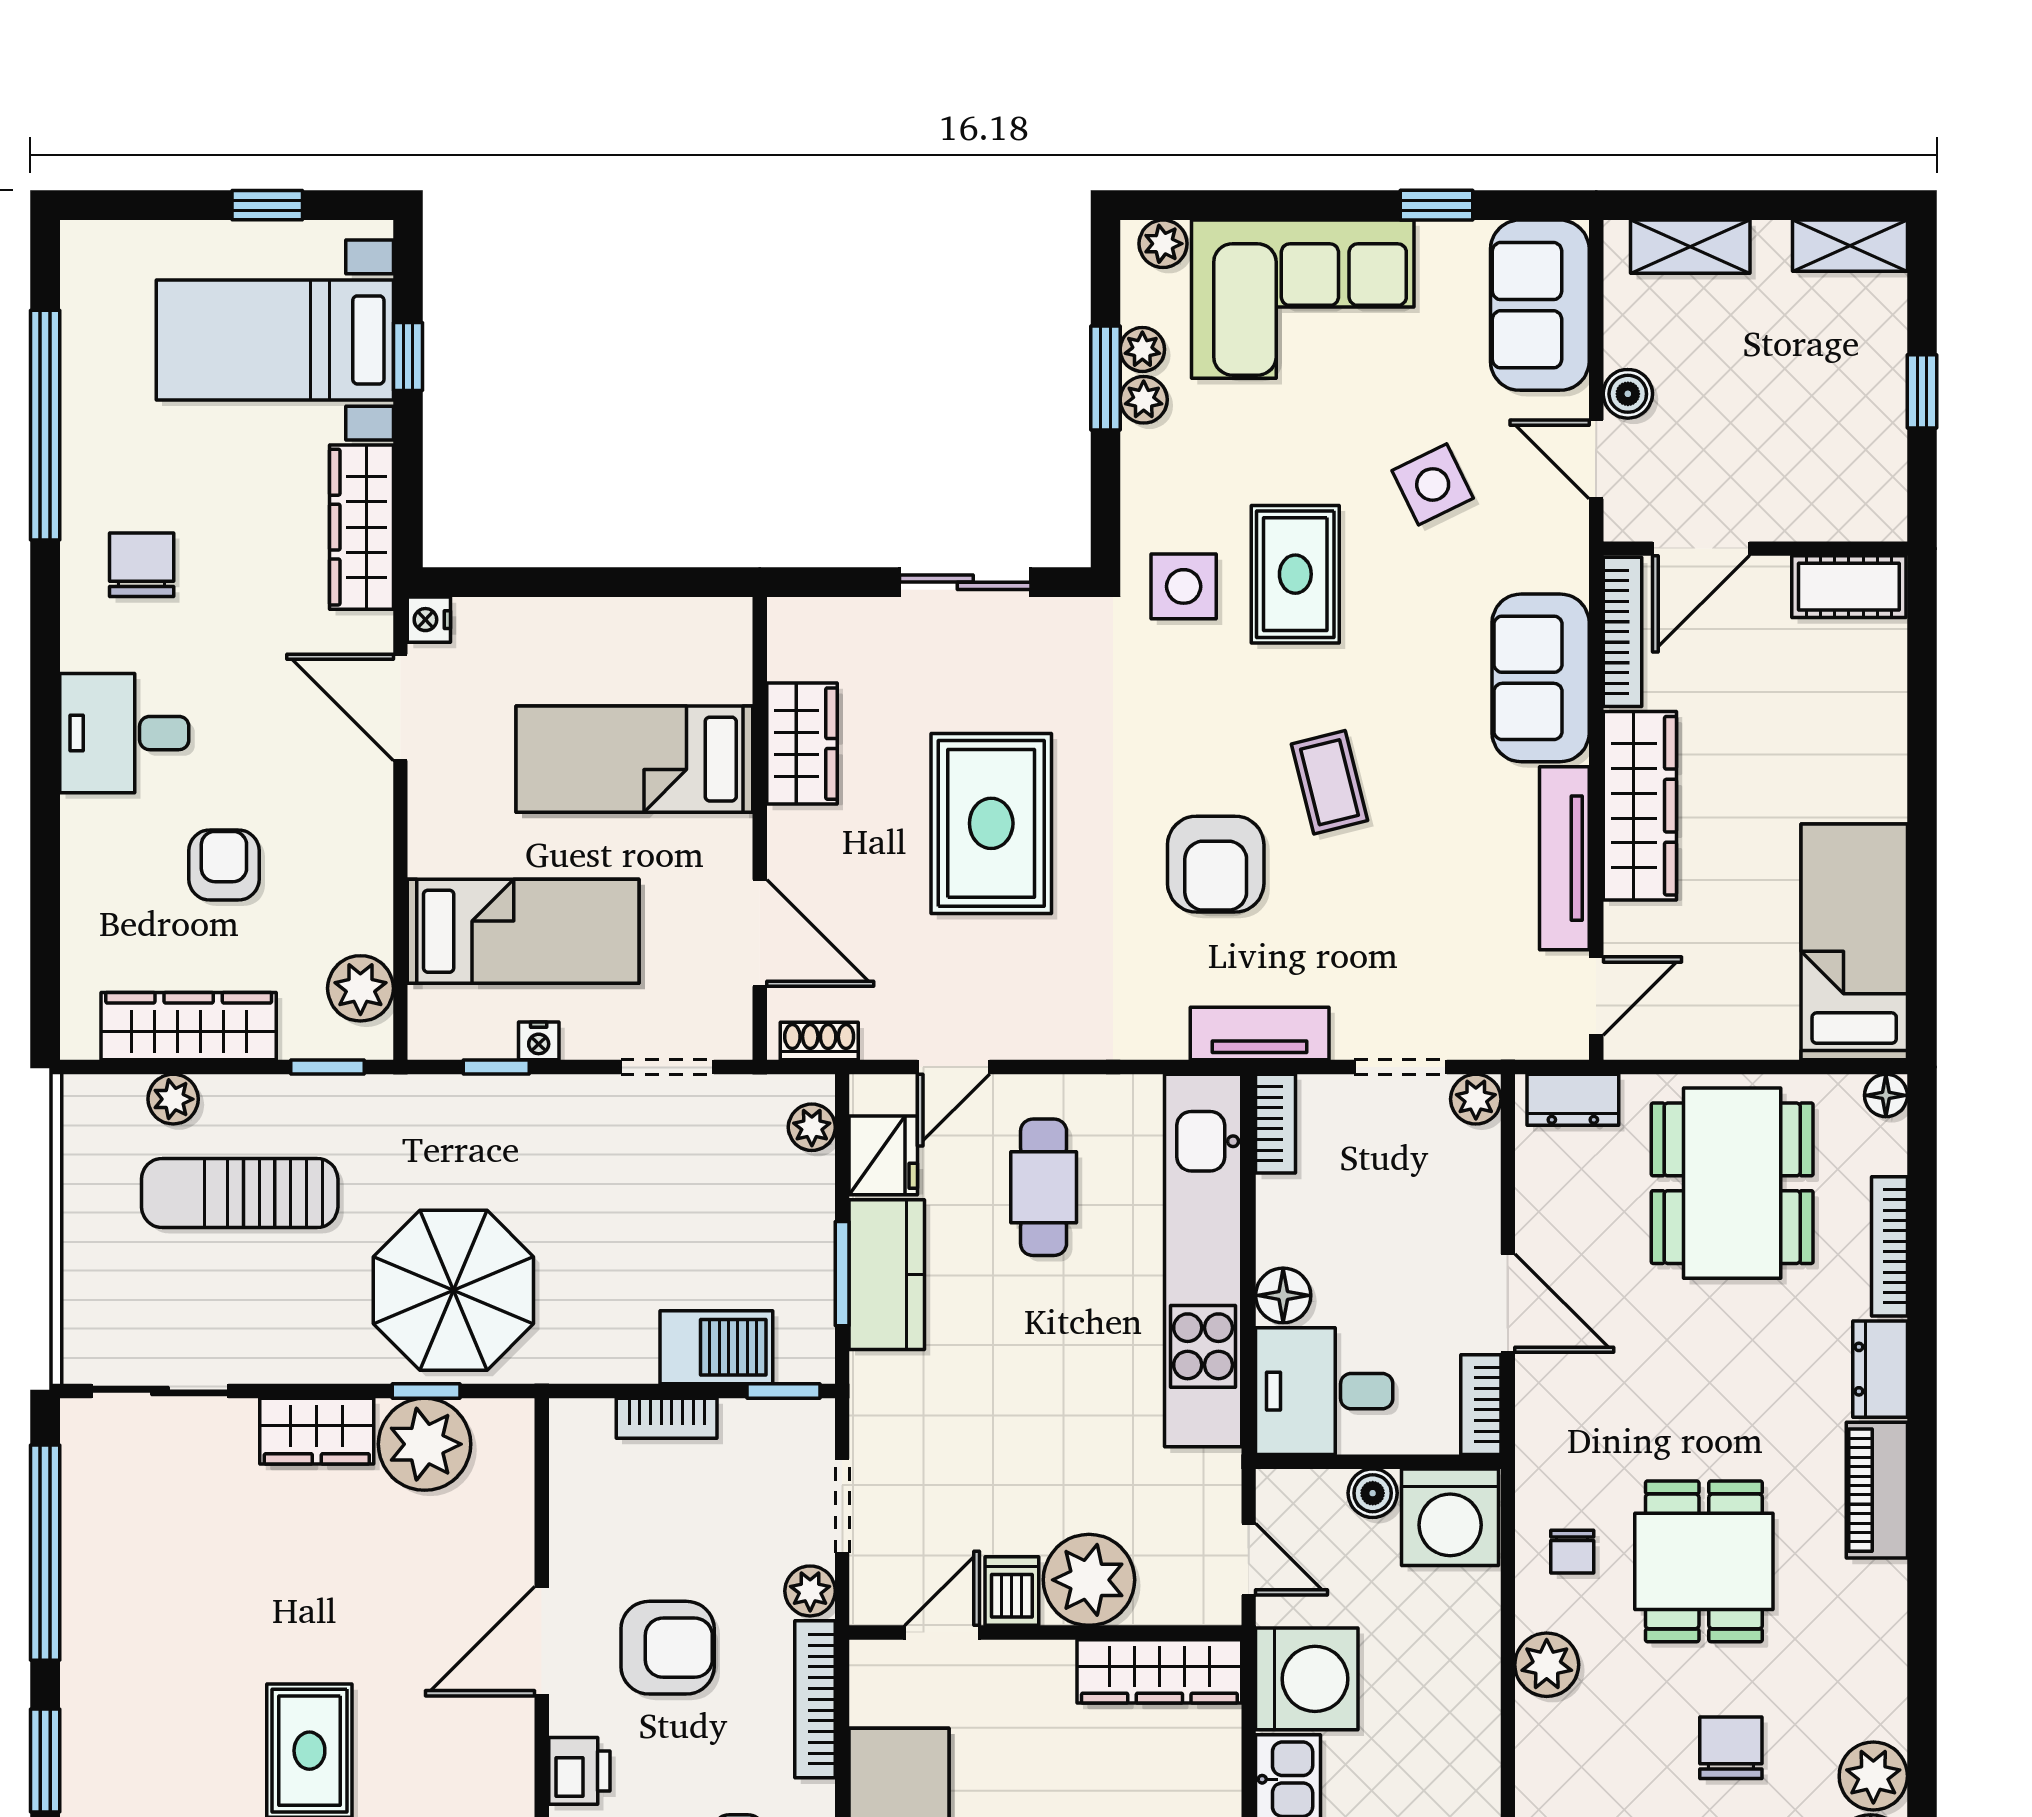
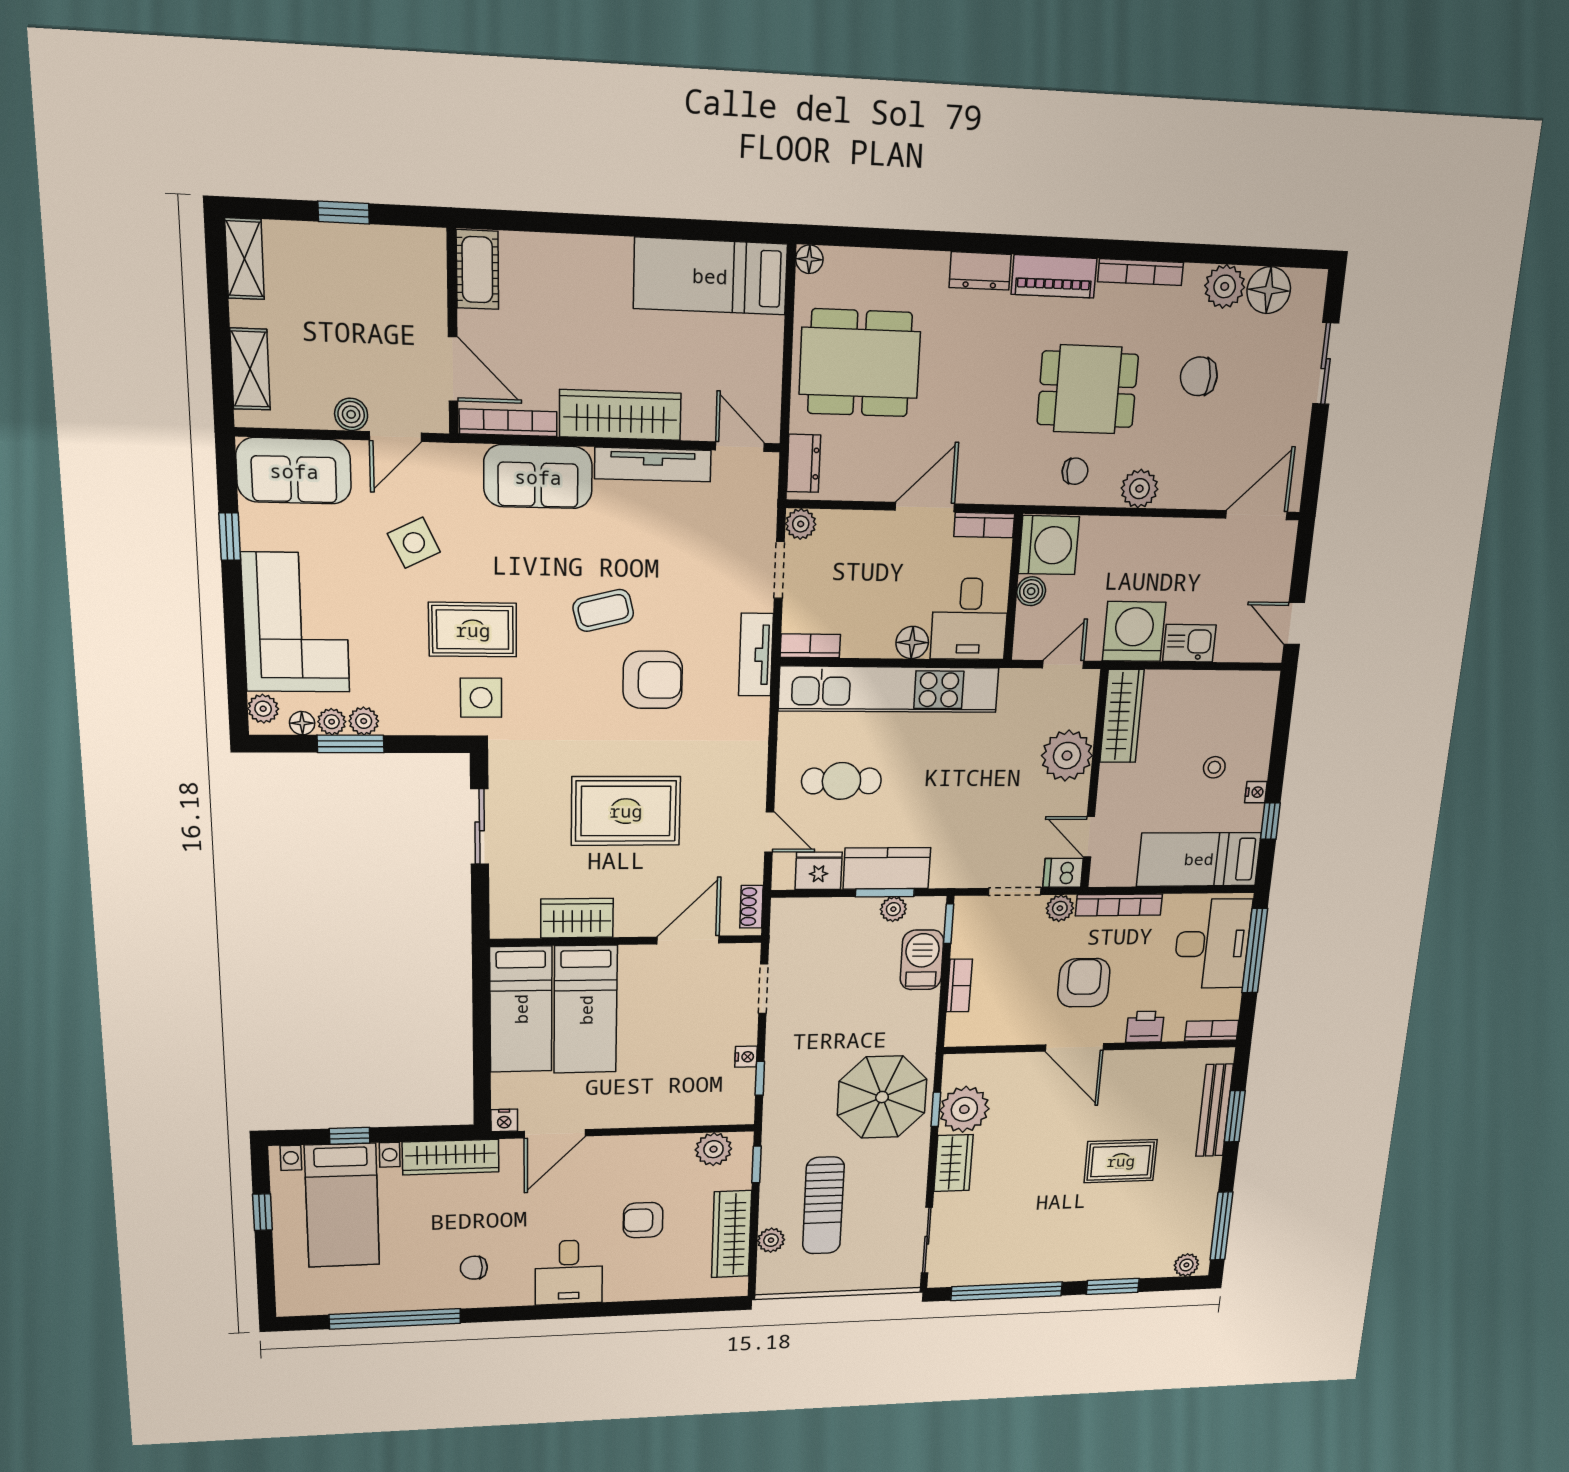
floor lamp: (1140, 303) -> (302, 723), added
chair: (142, 565) -> (474, 1268), width x0.73, depth x0.73
bed: (523, 931) -> (521, 1009), moved, turned 180
plant: (812, 1127) -> (893, 909), moved
bookcase: (1889, 1246) -> (1141, 272), moved
dishwasher: (1012, 1591) -> (1063, 873), moved

